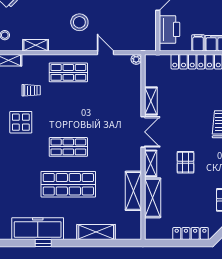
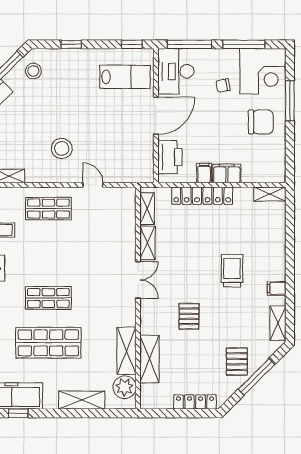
plant: (136, 59) -> (125, 387), moved, width x1.88, depth x1.88
shelving: (151, 163) -> (147, 209), moved

